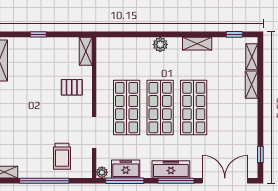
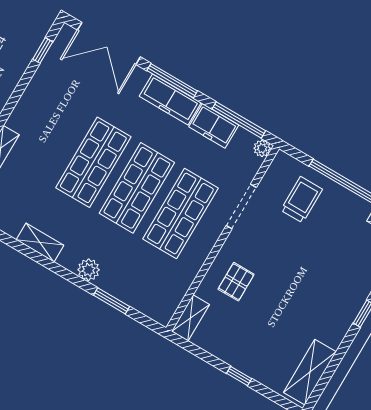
window: (137, 34) -> (112, 301), added
pallet: (72, 87) -> (236, 282), turned 90
freezer: (126, 169) -> (214, 126), moved

